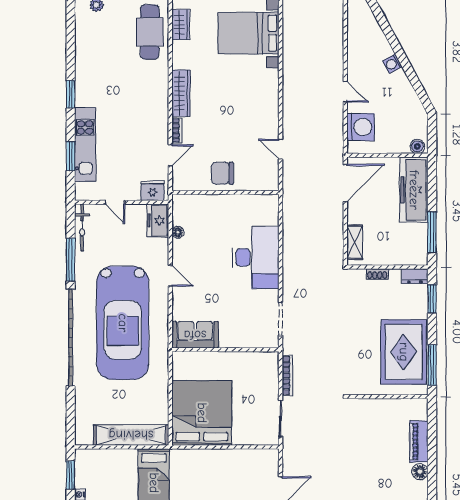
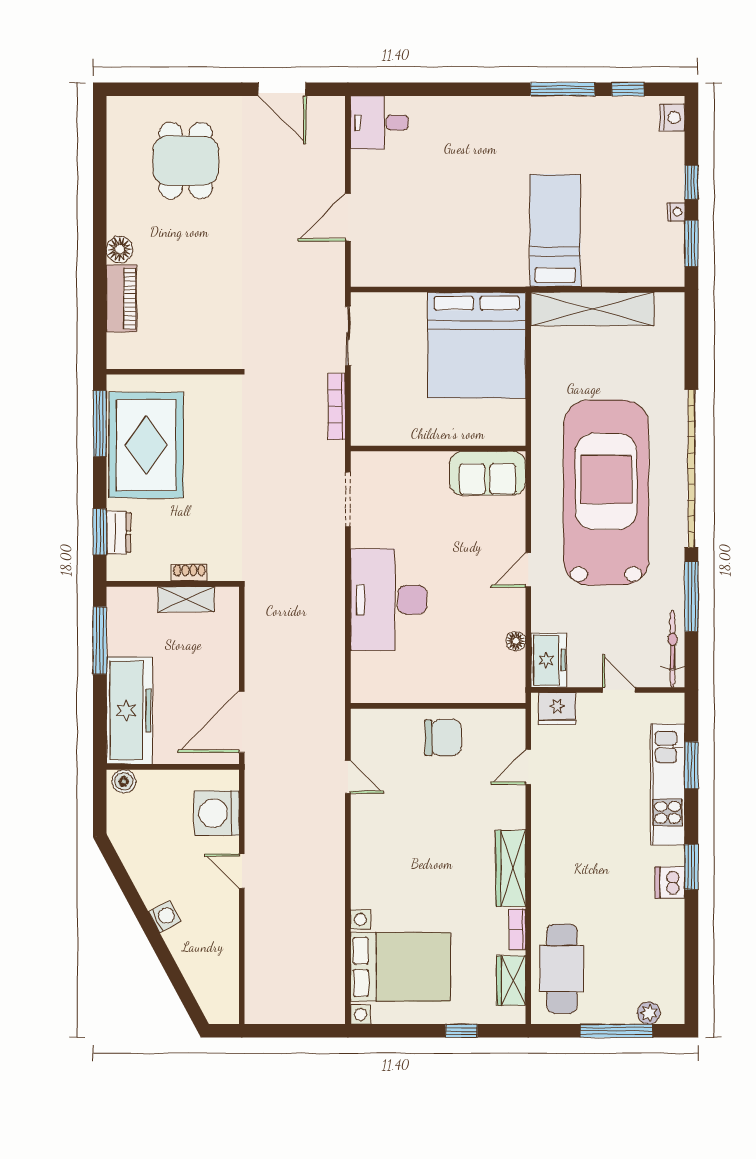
dishwasher: (84, 85) -> (670, 882), added
bookcase: (177, 131) -> (517, 929), moved
shelving: (355, 242) -> (186, 599), moved, turned 90
door: (170, 276) -> (528, 570), hinge flipped
dresser: (415, 276) -> (119, 533), moved, turned 90

